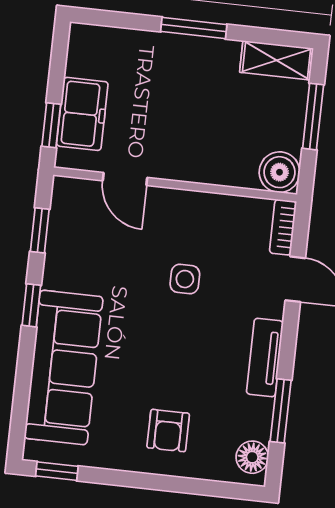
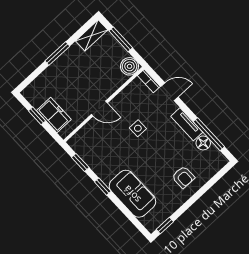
window: (51, 125) -> (37, 116), moved
door: (125, 179) -> (99, 109), moved
sofa: (64, 367) -> (132, 194), width x0.73
window: (281, 411) -> (209, 134), width x1.44
floor lamp: (252, 457) -> (203, 143), moved

